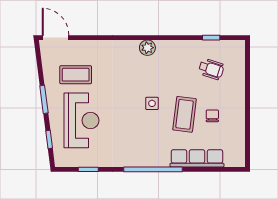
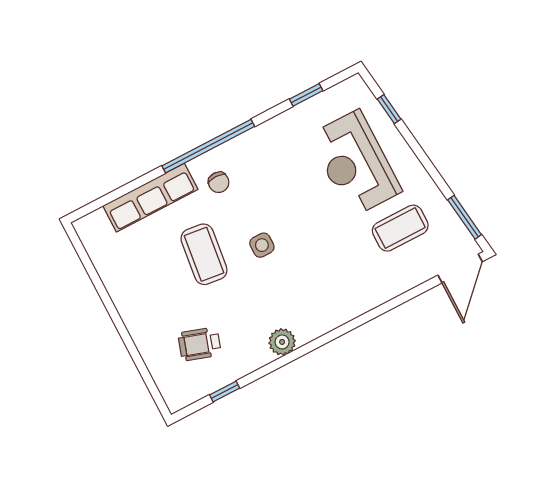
door: (56, 38) -> (460, 268), hinge flipped
plant: (147, 48) -> (282, 342), moved
window: (44, 99) -> (465, 217), moved
chair: (212, 116) -> (219, 182), moved

